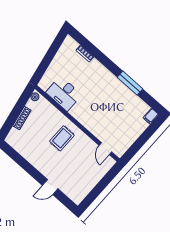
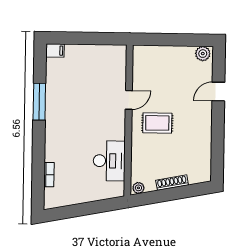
door: (105, 149) -> (129, 100), moved
door: (50, 187) -> (218, 92), swing flipped
plant: (79, 197) -> (203, 54), added

